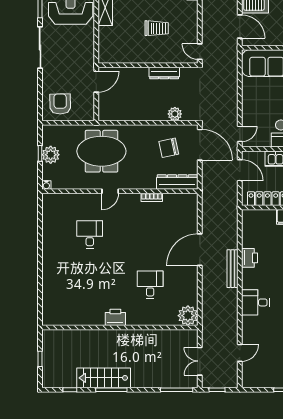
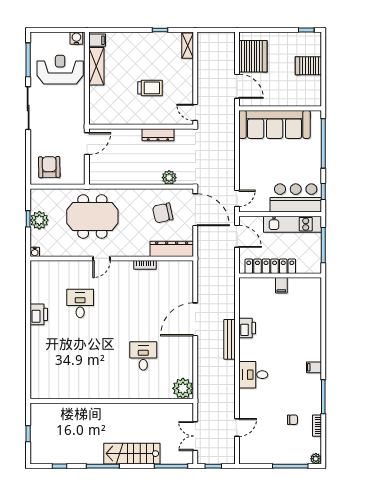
printer: (115, 317) -> (39, 314), moved, turned 90
stairs: (104, 378) -> (132, 454), moved

